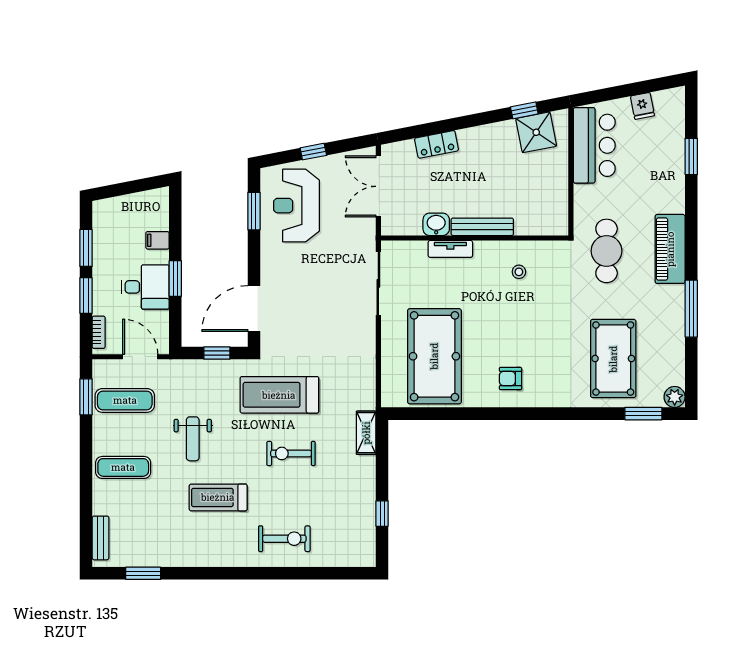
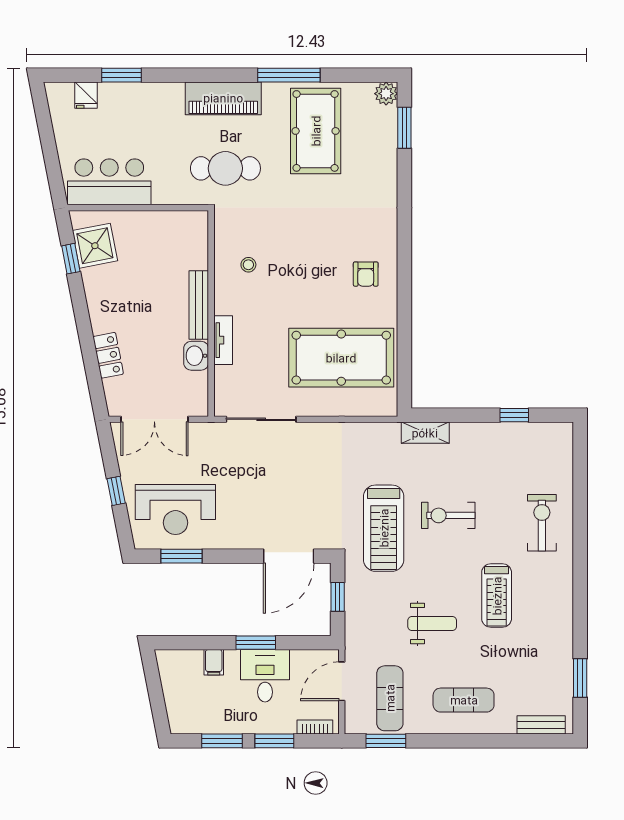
fridge: (642, 106) -> (86, 95), moved, turned 101
door: (254, 308) -> (289, 556), hinge flipped
pool table: (613, 359) -> (316, 131), moved, turned 90
exercise bike: (291, 453) -> (448, 515), turned 90
exercise mat: (123, 467) -> (464, 700), turned 90

